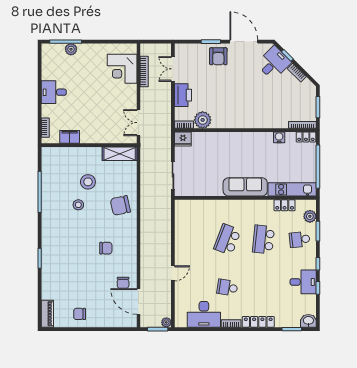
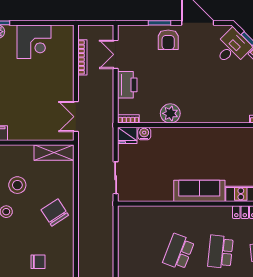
corner desk: (122, 69) -> (34, 42), moved, turned -90
plant: (203, 120) -> (170, 113), moved
water cooler: (279, 137) -> (144, 134), moved
chair: (120, 206) -> (55, 212), turned 69

